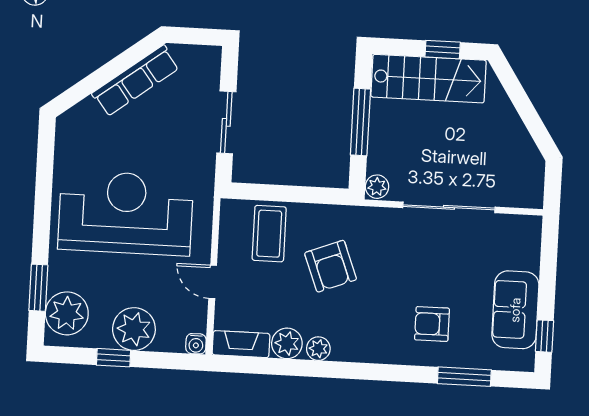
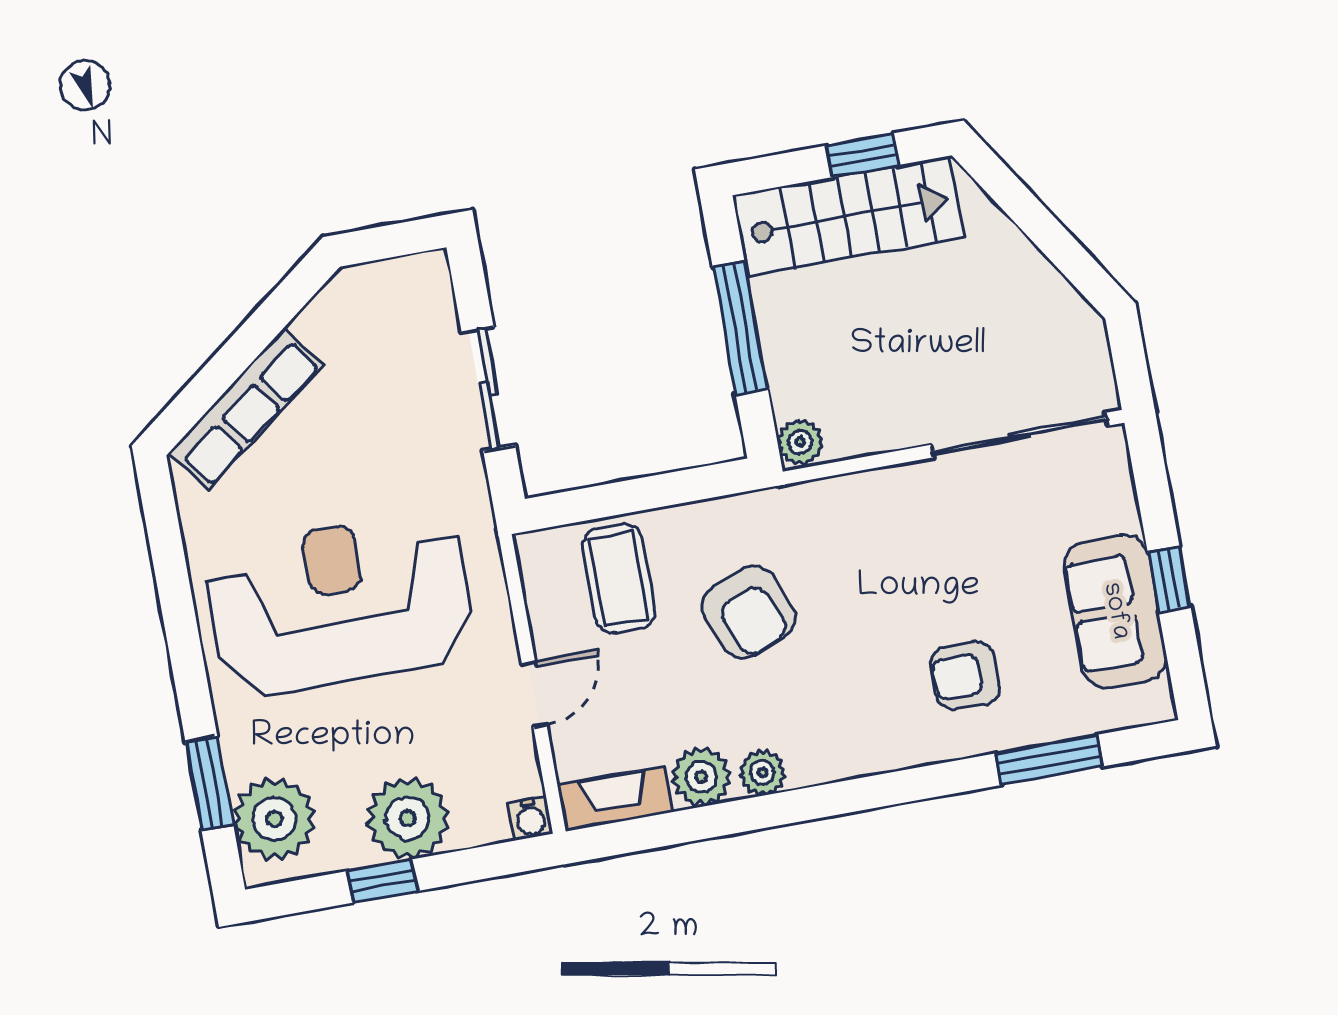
row of seats: (136, 81) -> (246, 409), moved
sliding door: (449, 207) -> (1019, 435), moved
door: (213, 282) -> (534, 695), swing flipped
window: (544, 336) -> (1169, 579), moved

